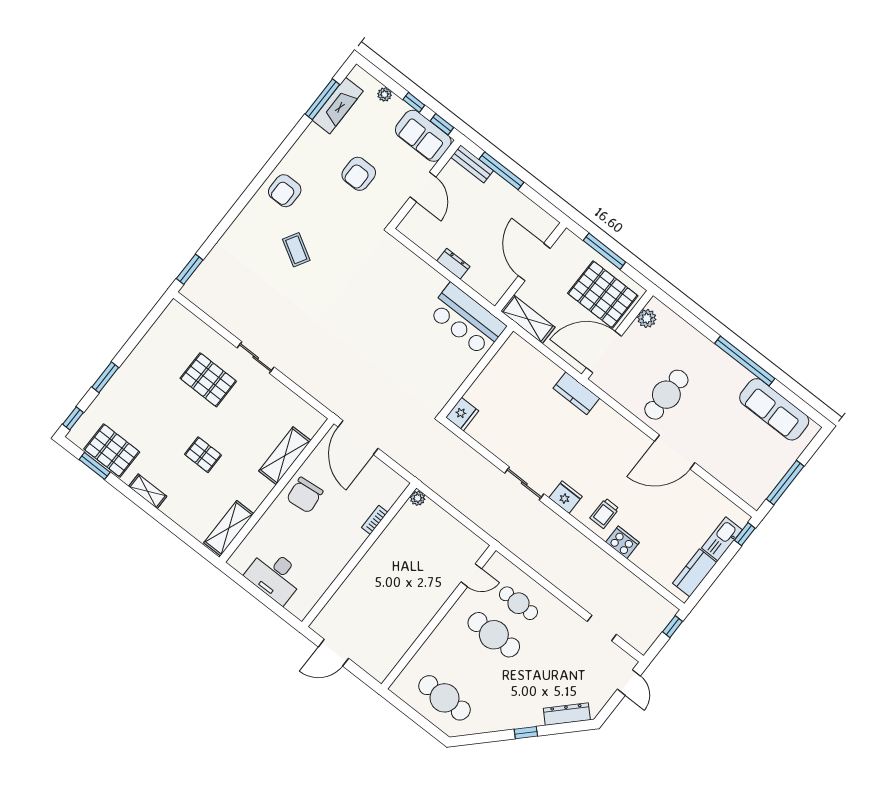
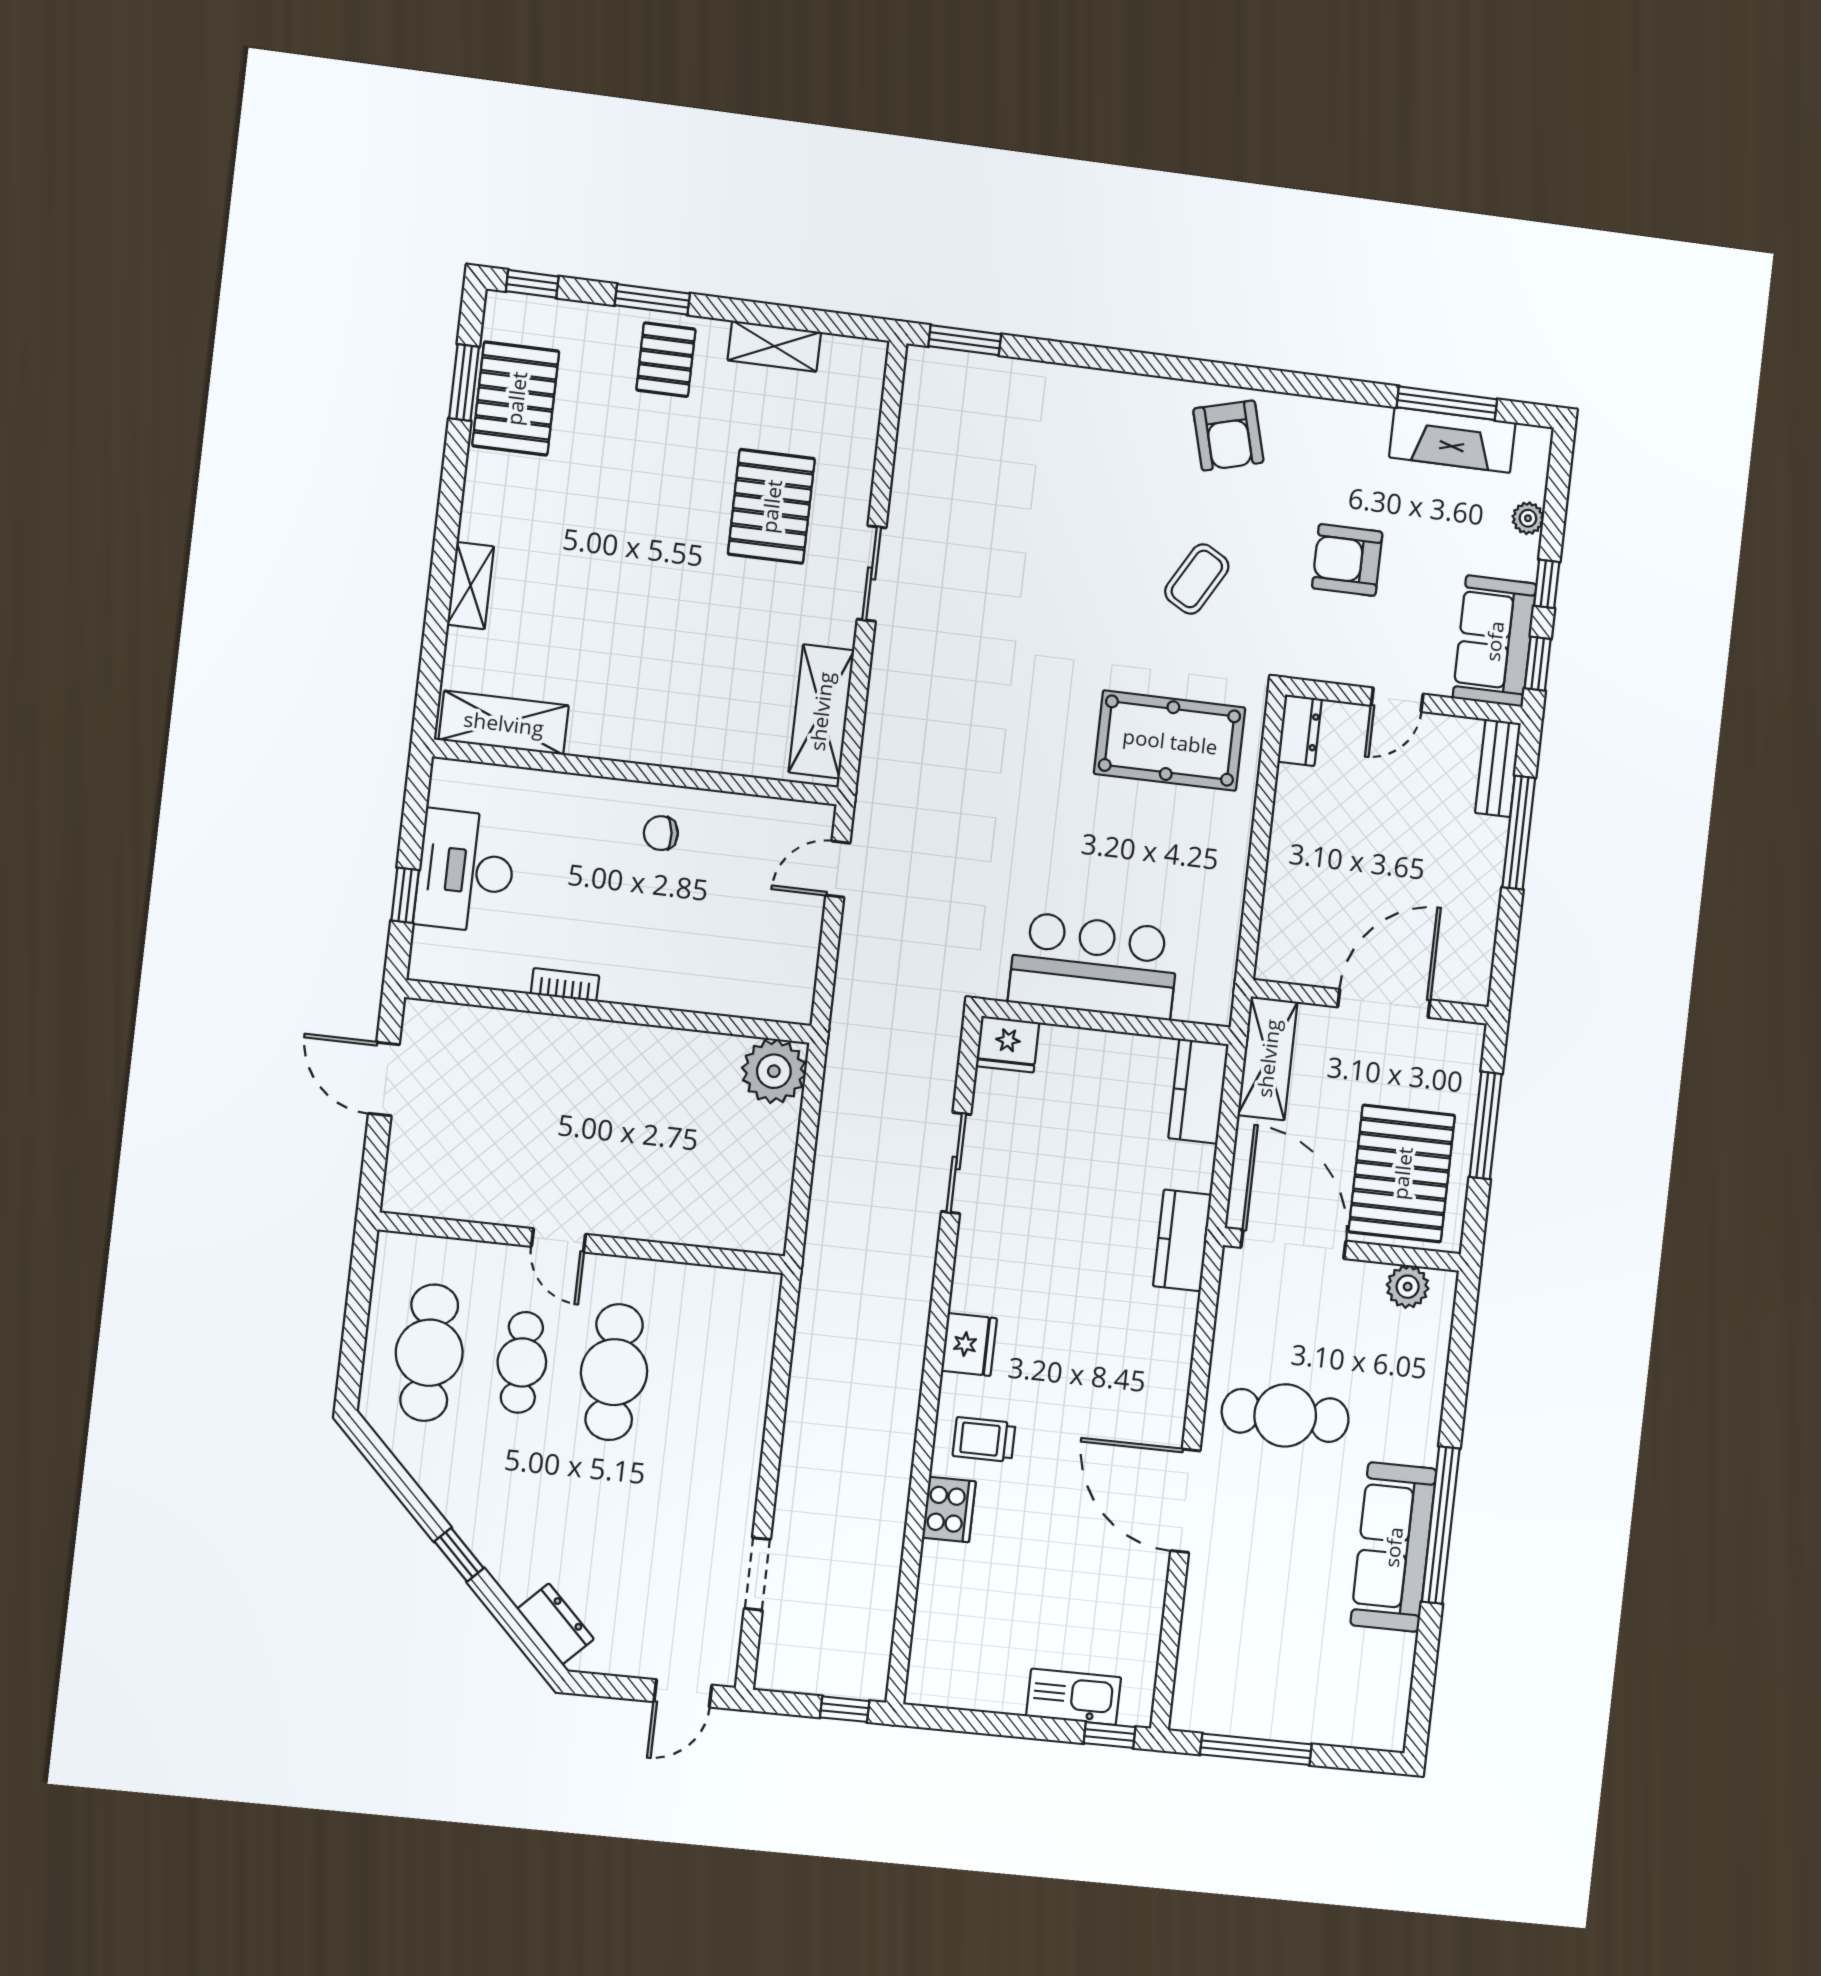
door: (423, 187) -> (1397, 700), width x0.73
armchair: (285, 191) -> (1228, 435), turned -105
coffee table: (296, 250) -> (1197, 579), moved
dresser: (453, 264) -> (1300, 731), moved
pool table: (386, 283) -> (1170, 741), added
bar counter: (467, 320) -> (1094, 966), moved, turned 90
shelving: (149, 342) -> (774, 346), added
sofa: (774, 409) -> (1393, 1547), moved
door: (358, 438) -> (838, 869), width x0.53
pallet: (203, 455) -> (666, 360), moved
shelving: (285, 456) -> (821, 711), moved, turned 90
sliding door: (524, 483) -> (956, 1163), moved
shelving: (148, 491) -> (471, 586), moved
chair: (305, 495) -> (661, 833), width x0.54, depth x0.54
plant: (418, 498) -> (774, 1071), width x1.87, depth x1.87
bookcase: (375, 520) -> (565, 985), moved
kitchen counter: (695, 573) -> (1198, 1091), moved, turned -90
door: (471, 575) -> (558, 1240), moved
window: (270, 603) -> (405, 895), added
cafe table: (518, 603) -> (522, 1362), moved
dresser: (567, 714) -> (555, 1624), width x0.70

